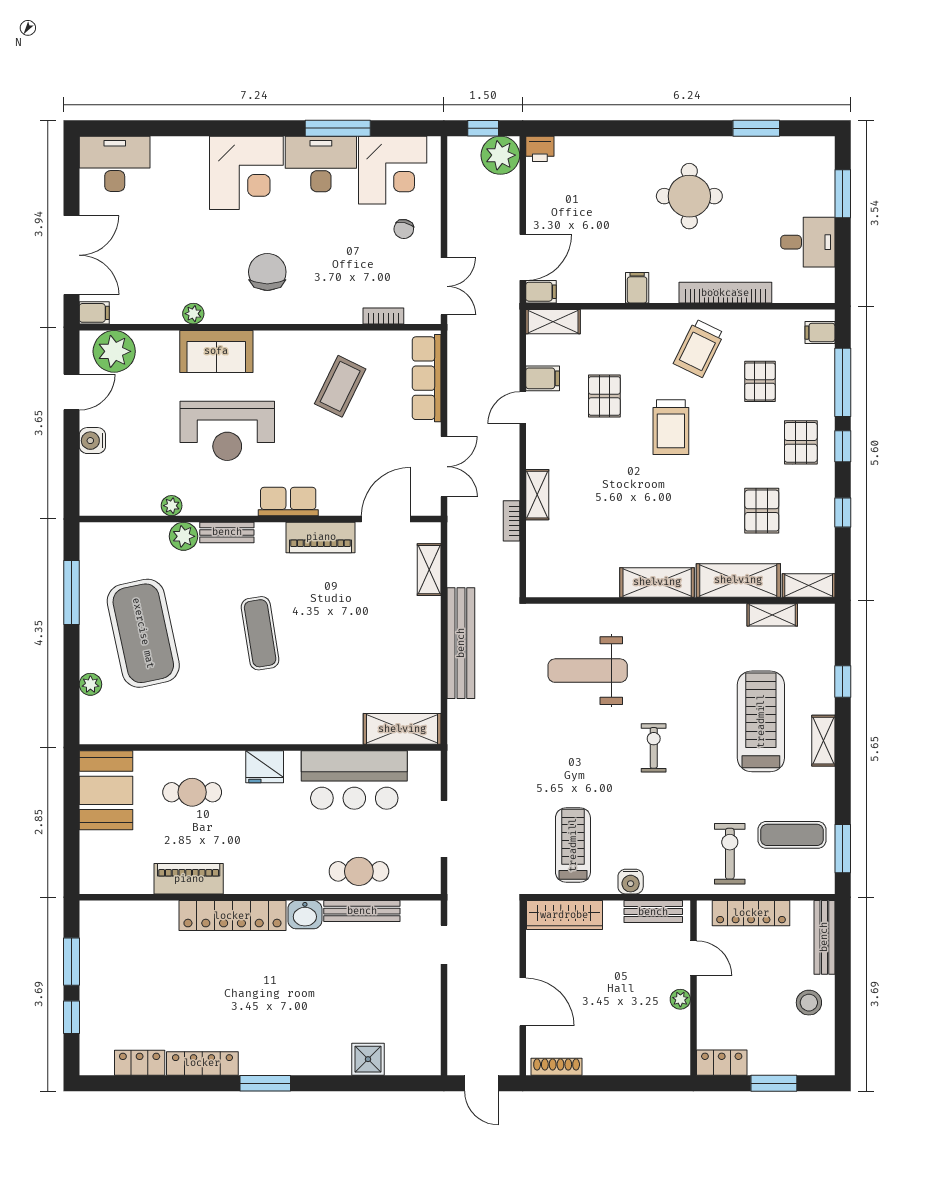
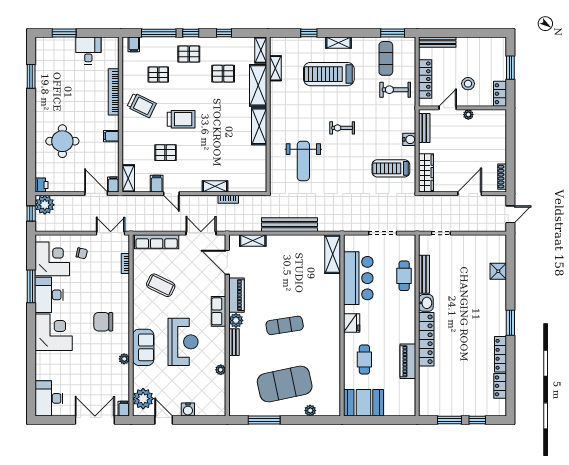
round table: (689, 196) -> (62, 141), moved
plant: (184, 536) -> (236, 320), moved
stool: (809, 1003) -> (468, 84), moved

